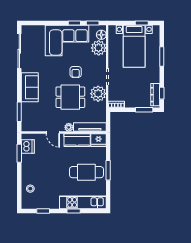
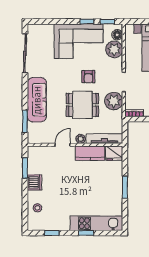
sofa: (30, 87) -> (37, 100), width x1.36
door: (53, 133) -> (63, 145), swing flipped
dishwasher: (28, 146) -> (34, 182), moved
cafe table: (86, 172) -> (101, 189), removed

